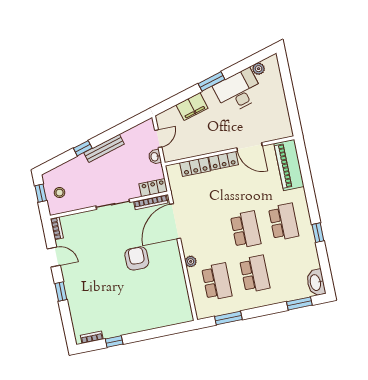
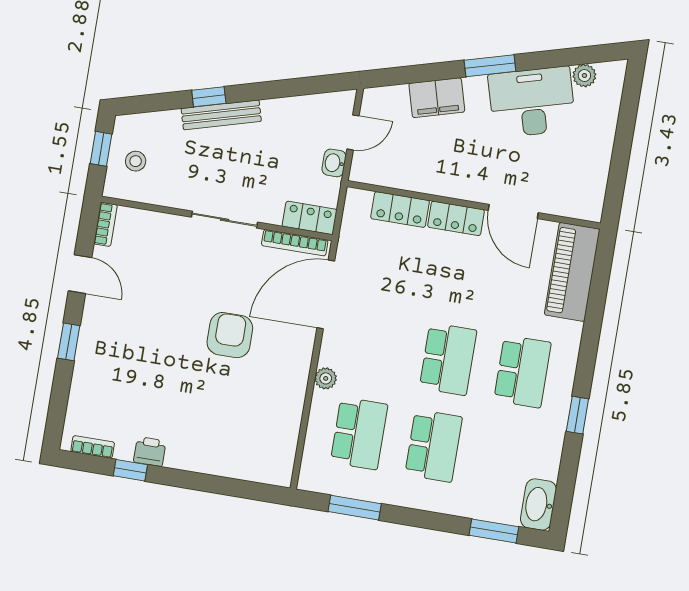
bench: (104, 148) -> (221, 115), moved
printer: (120, 329) -> (150, 452), added

